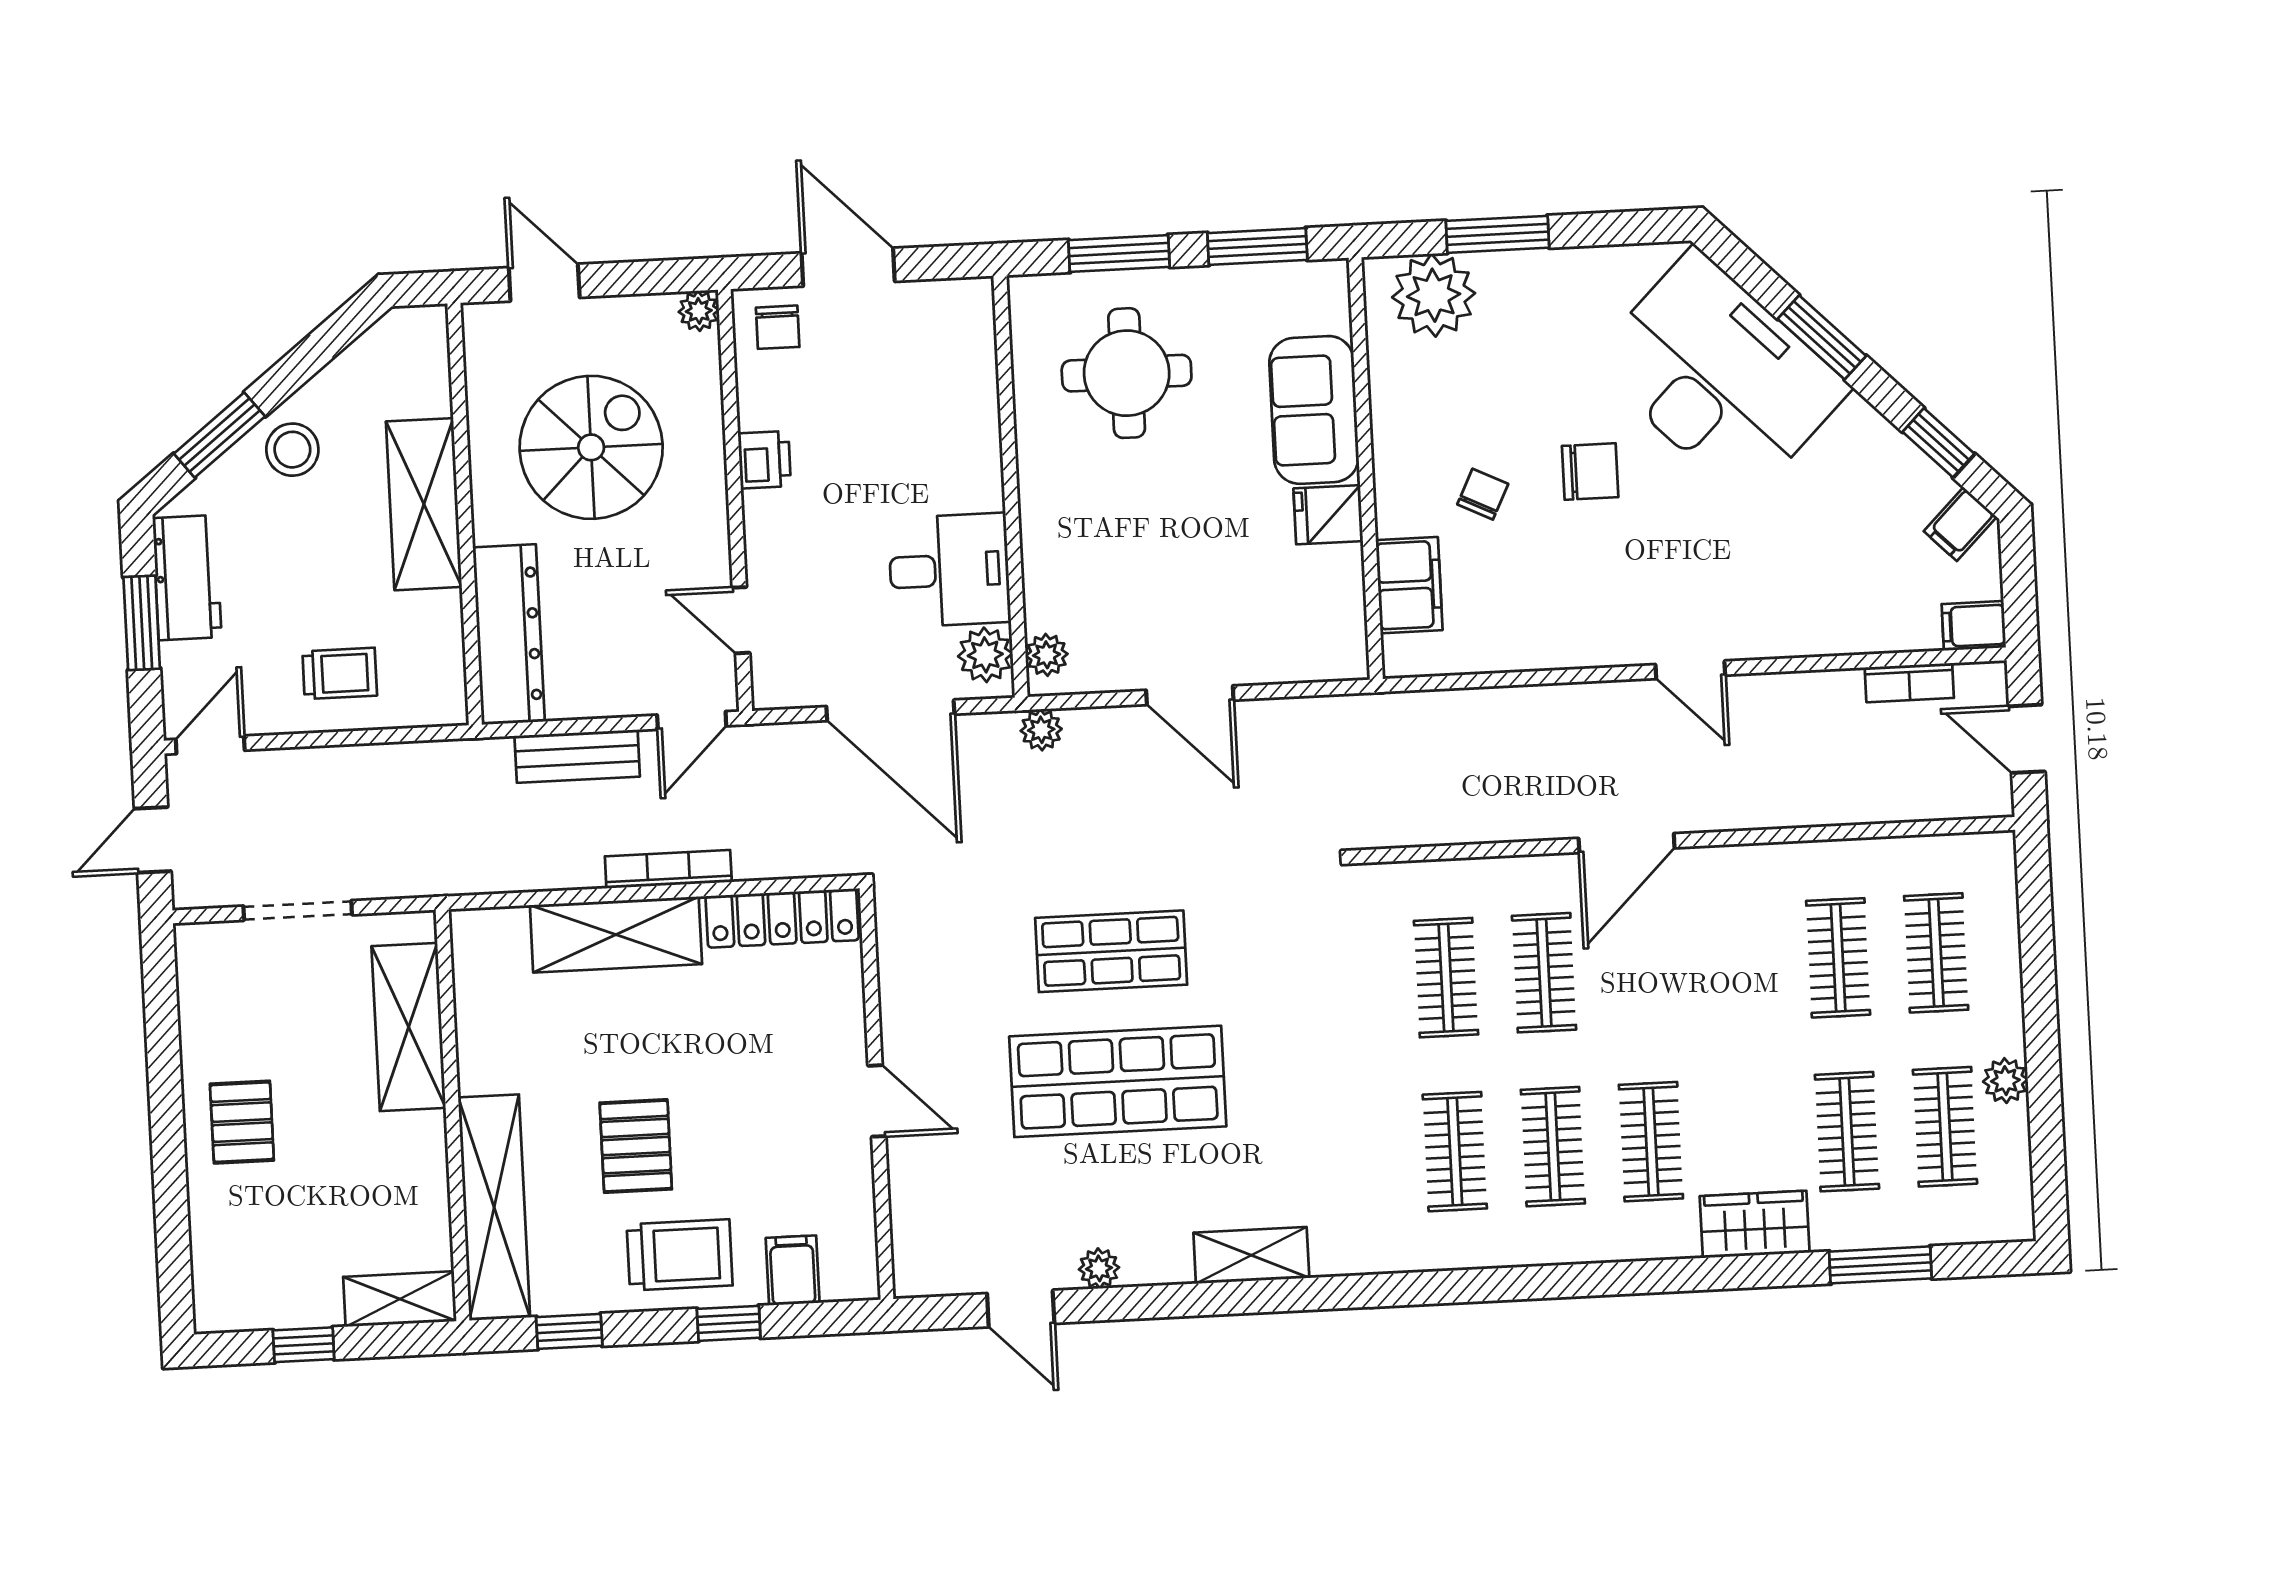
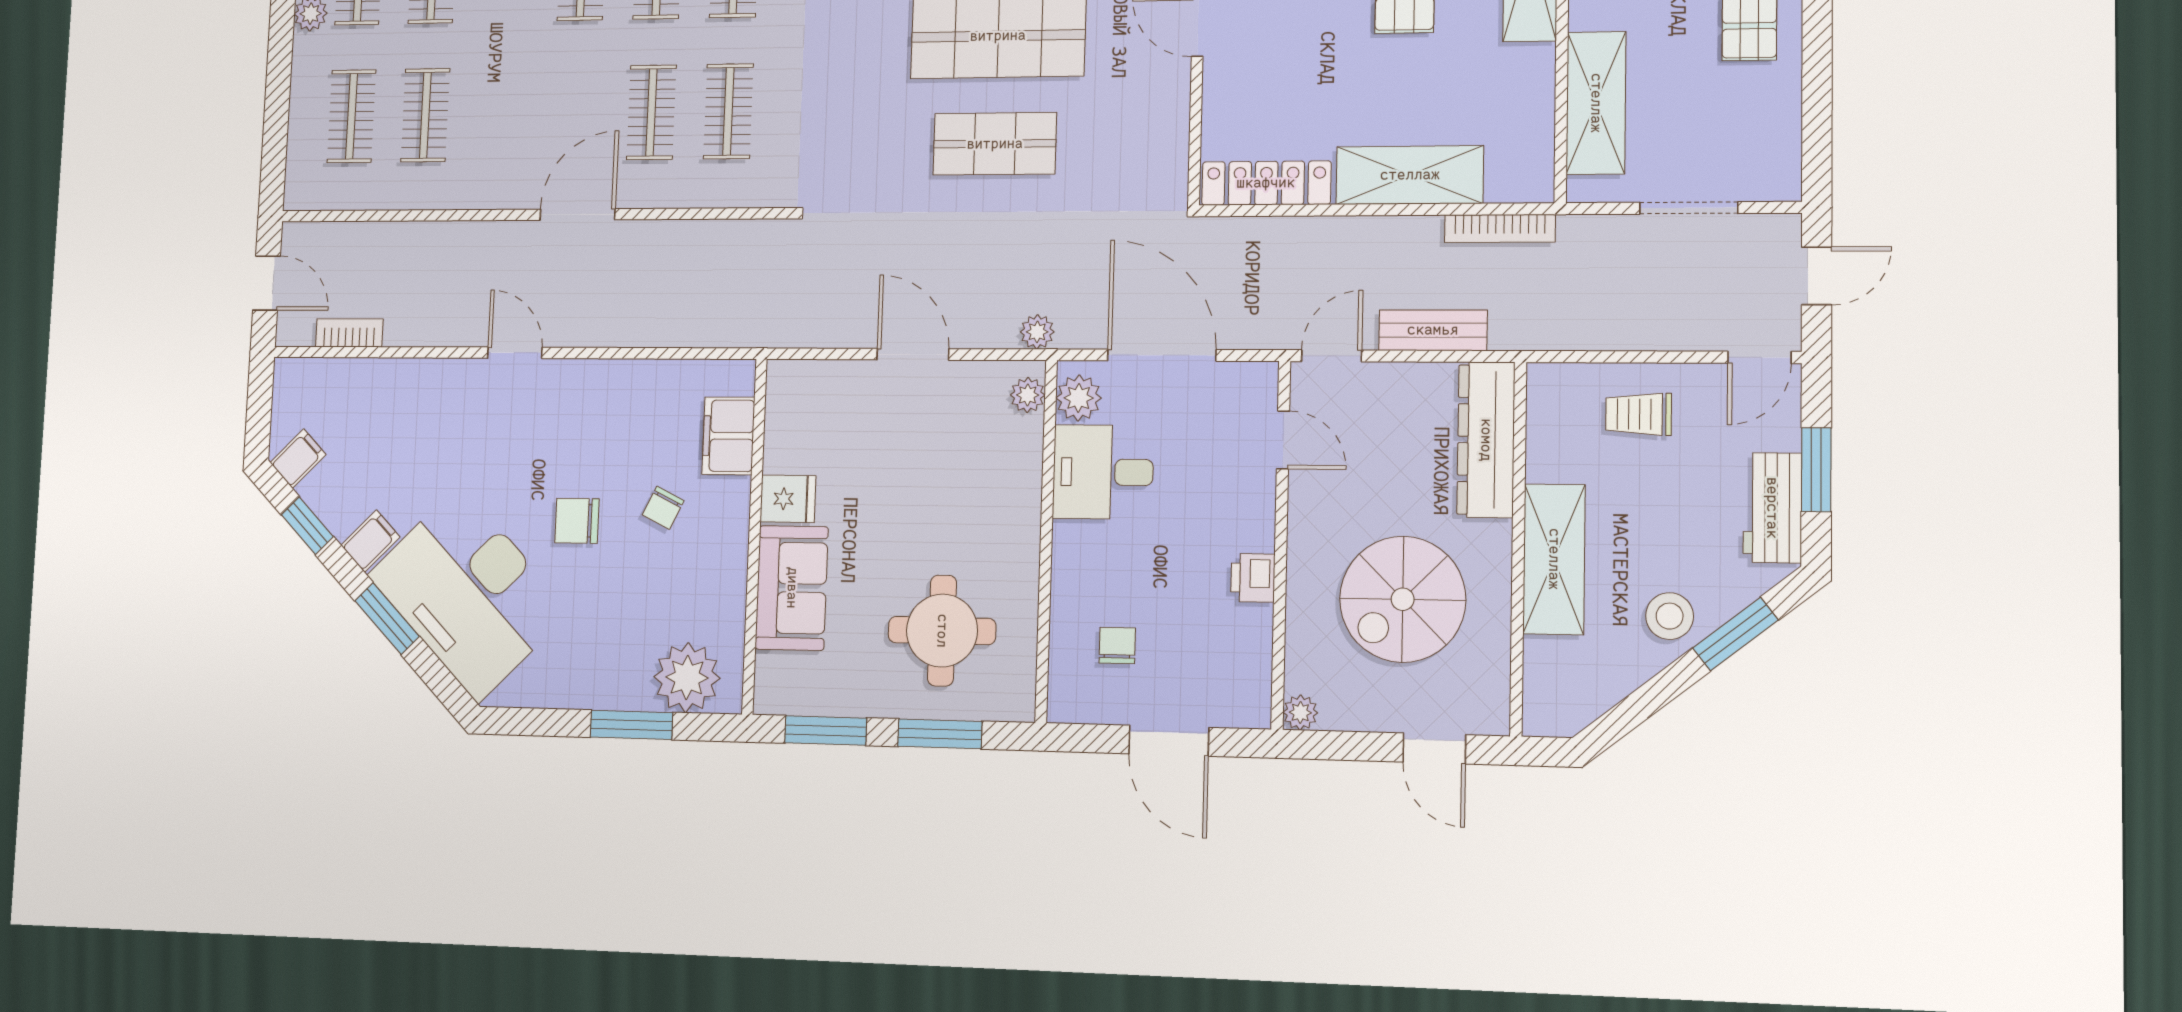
chair: (778, 327) -> (1117, 645), moved
filing cabinet: (1974, 626) -> (370, 541), moved, turned -45
bookcase: (668, 869) -> (1500, 228), moved

